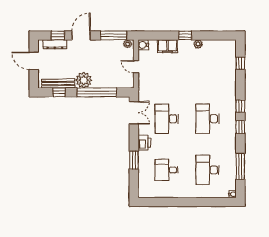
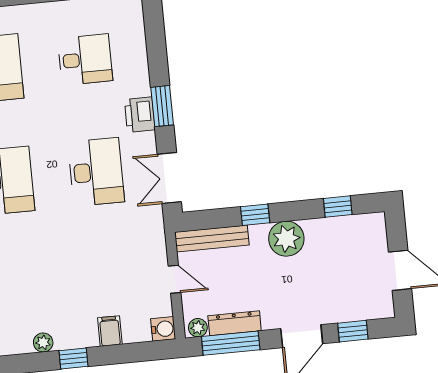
dresser: (55, 44) -> (235, 323), moved
filing cabinet: (167, 46) -> (110, 331), width x0.50
bench: (58, 84) -> (212, 239), moved
window: (97, 92) -> (255, 215), width x0.32
window: (134, 160) -> (162, 106), moved

